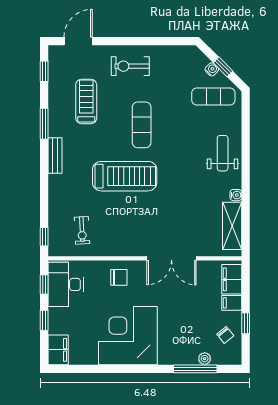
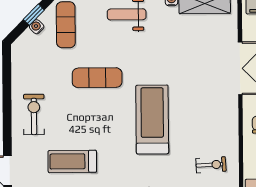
exercise bike: (130, 66) -> (34, 114), turned 180
exercise mat: (142, 125) -> (97, 78), moved

